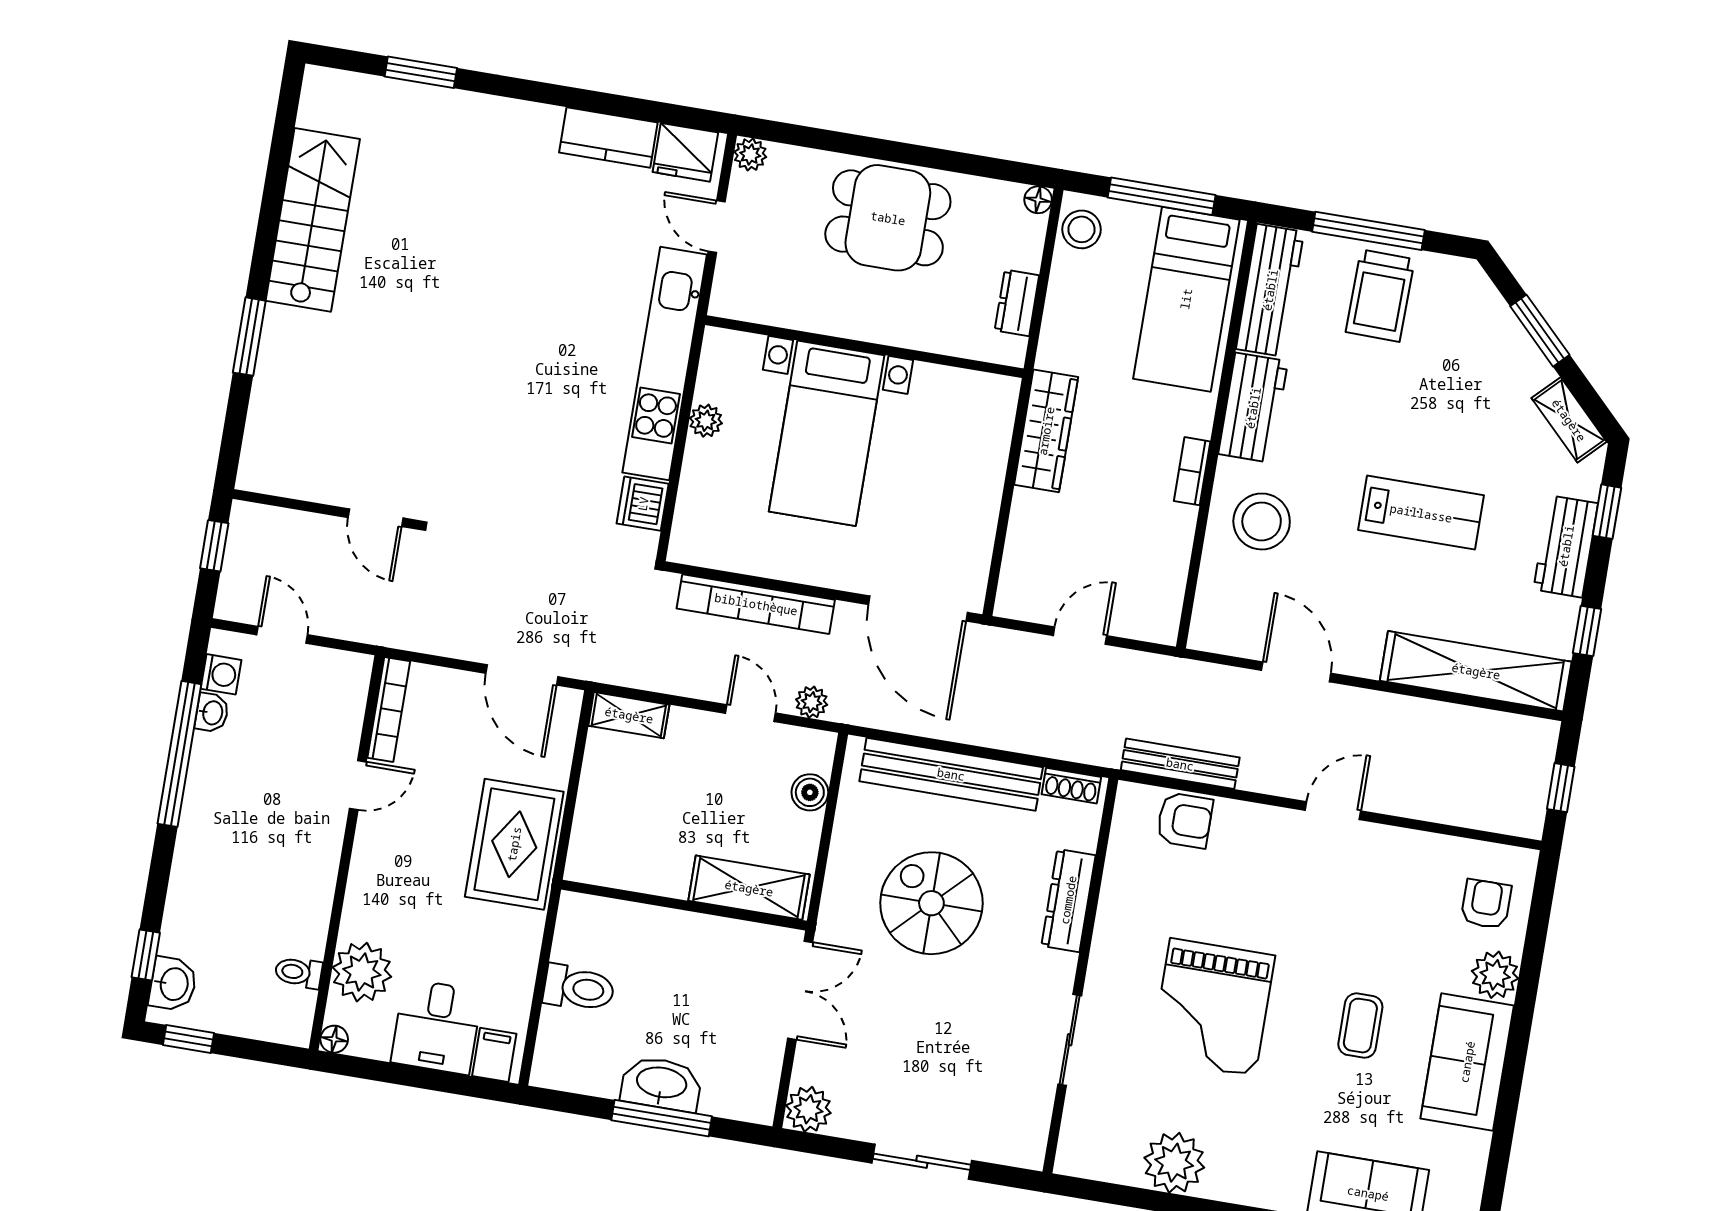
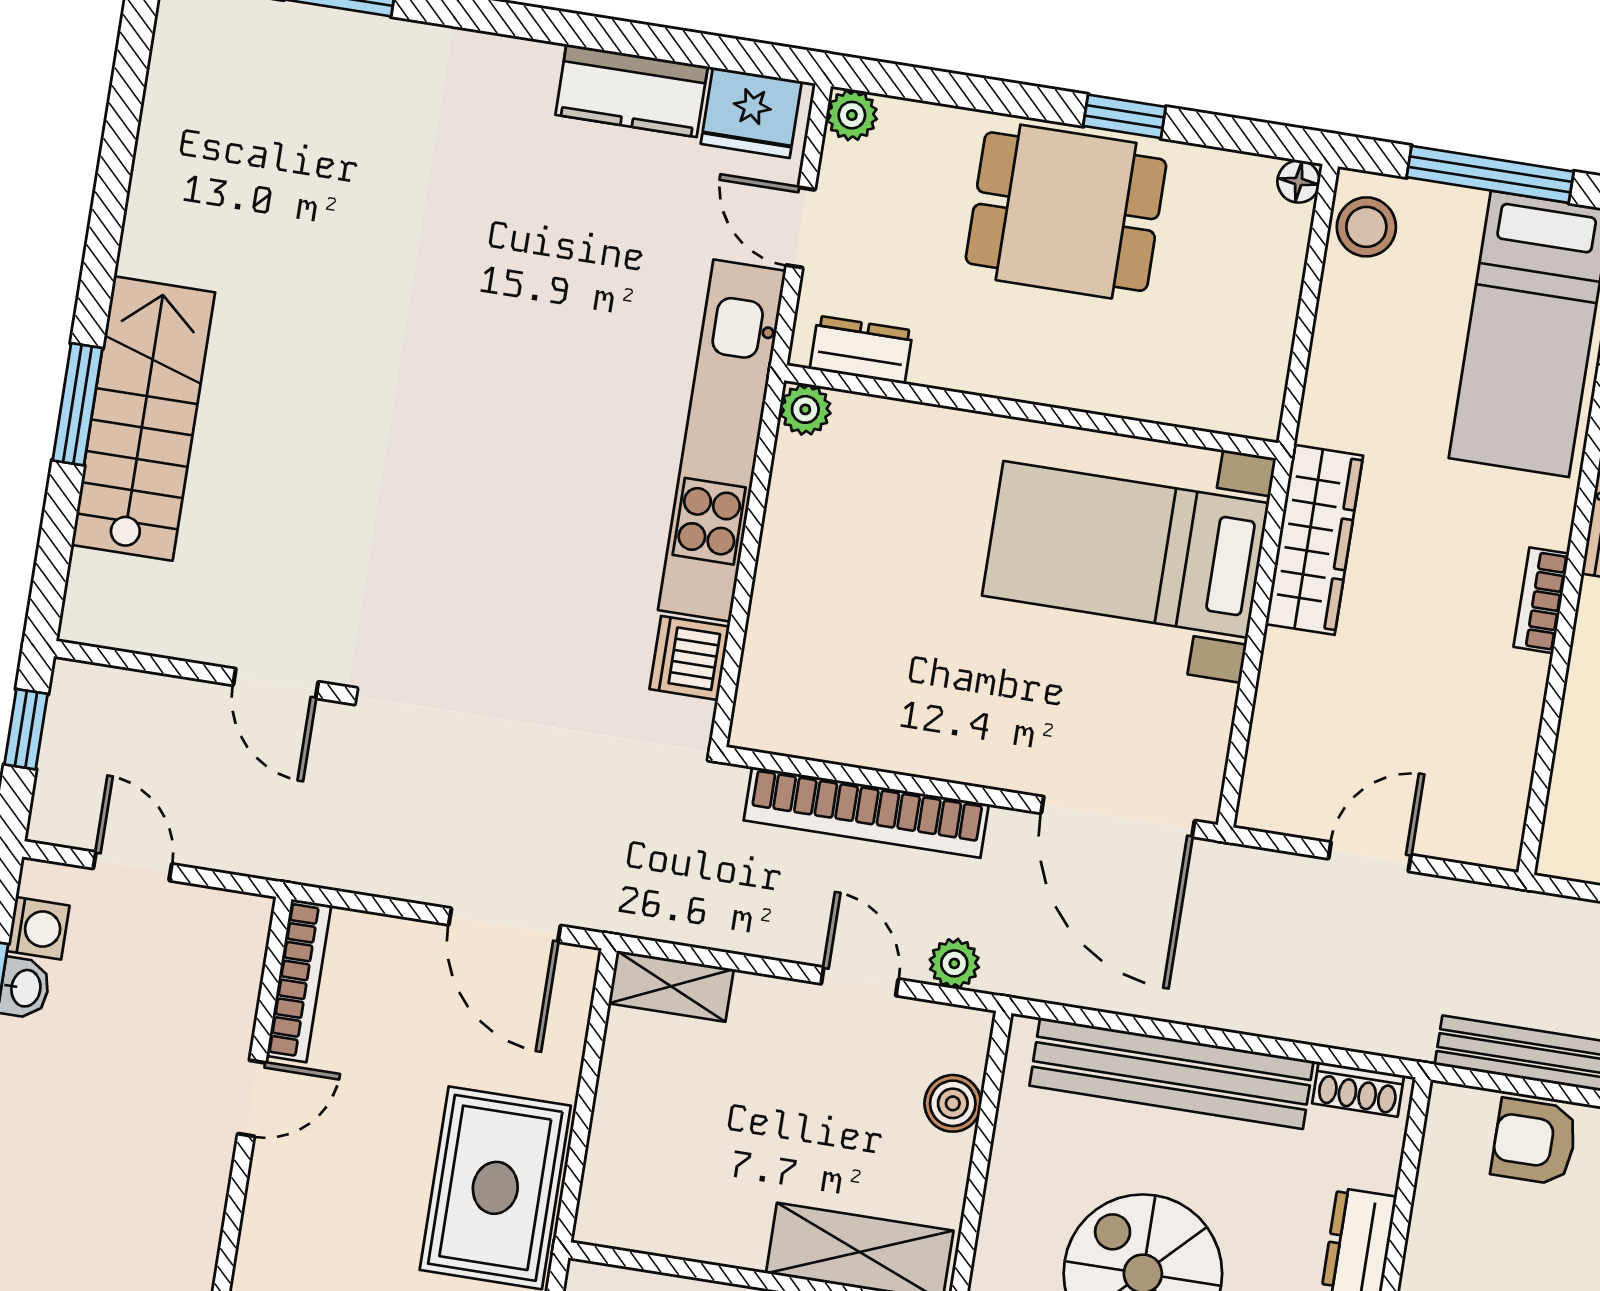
window: (926, 157) -> (1124, 116), added
stairs: (313, 220) -> (143, 419), moved
dresser: (1017, 303) -> (861, 350), moved, turned 90
plant: (706, 421) -> (805, 409), moved
bed with nightstands: (827, 433) -> (1126, 549), moved, turned 90
armchair: (1185, 820) -> (1534, 1142), turned 180

